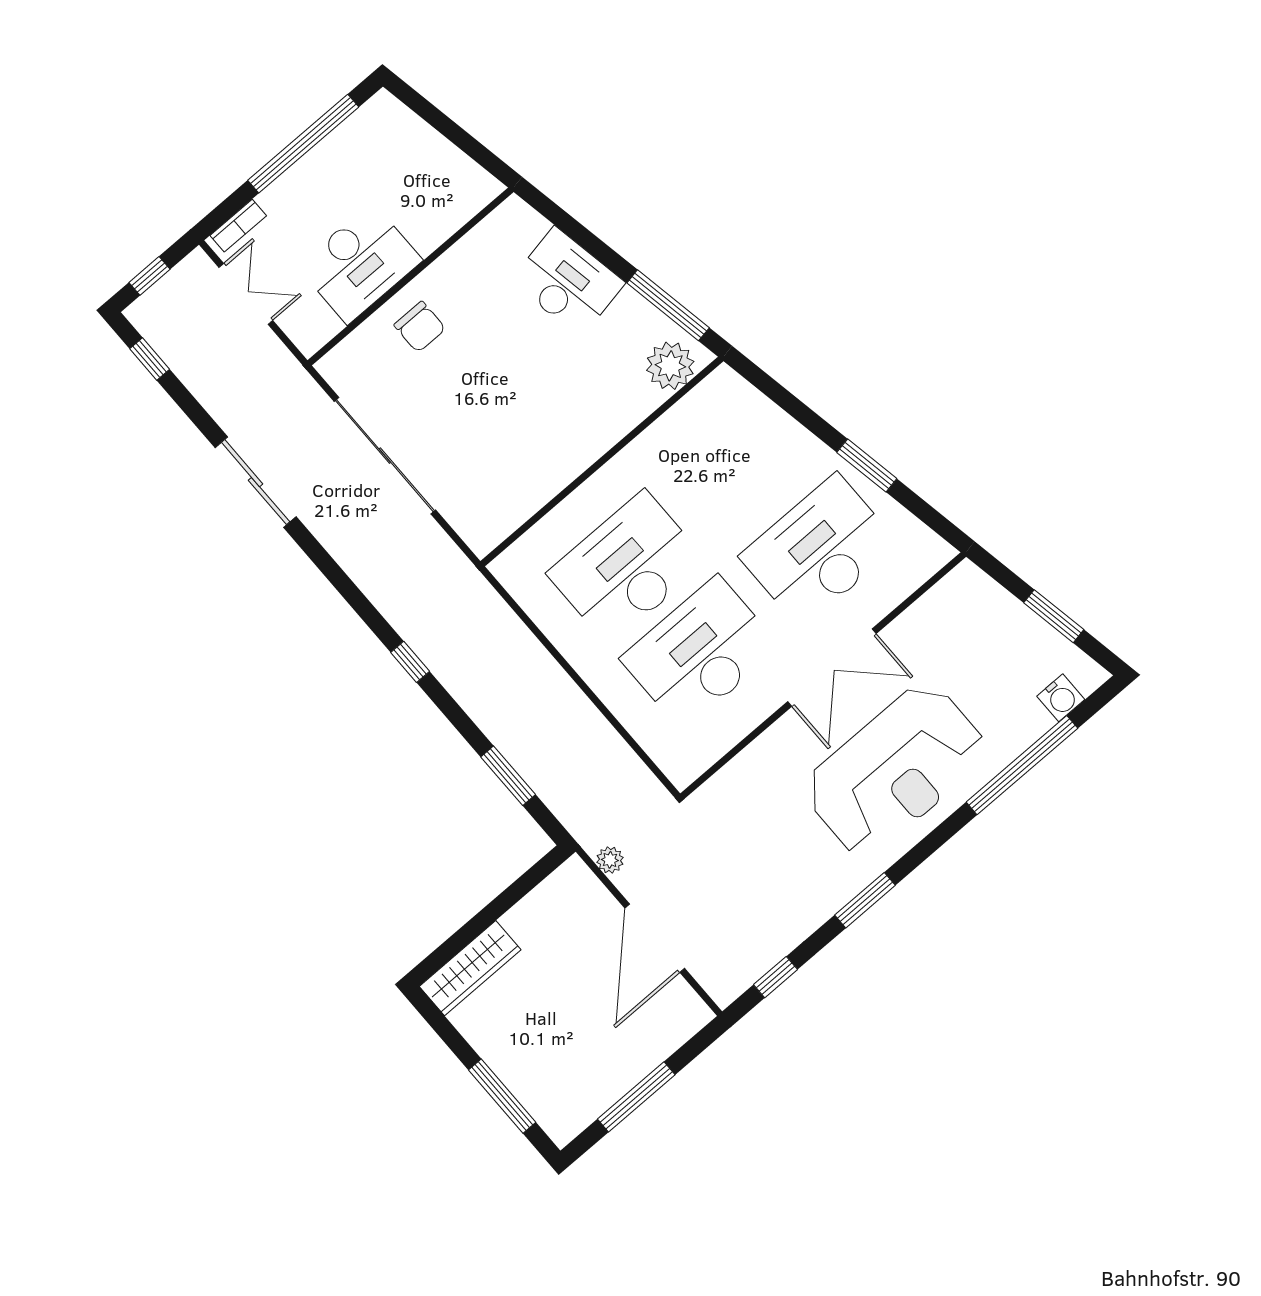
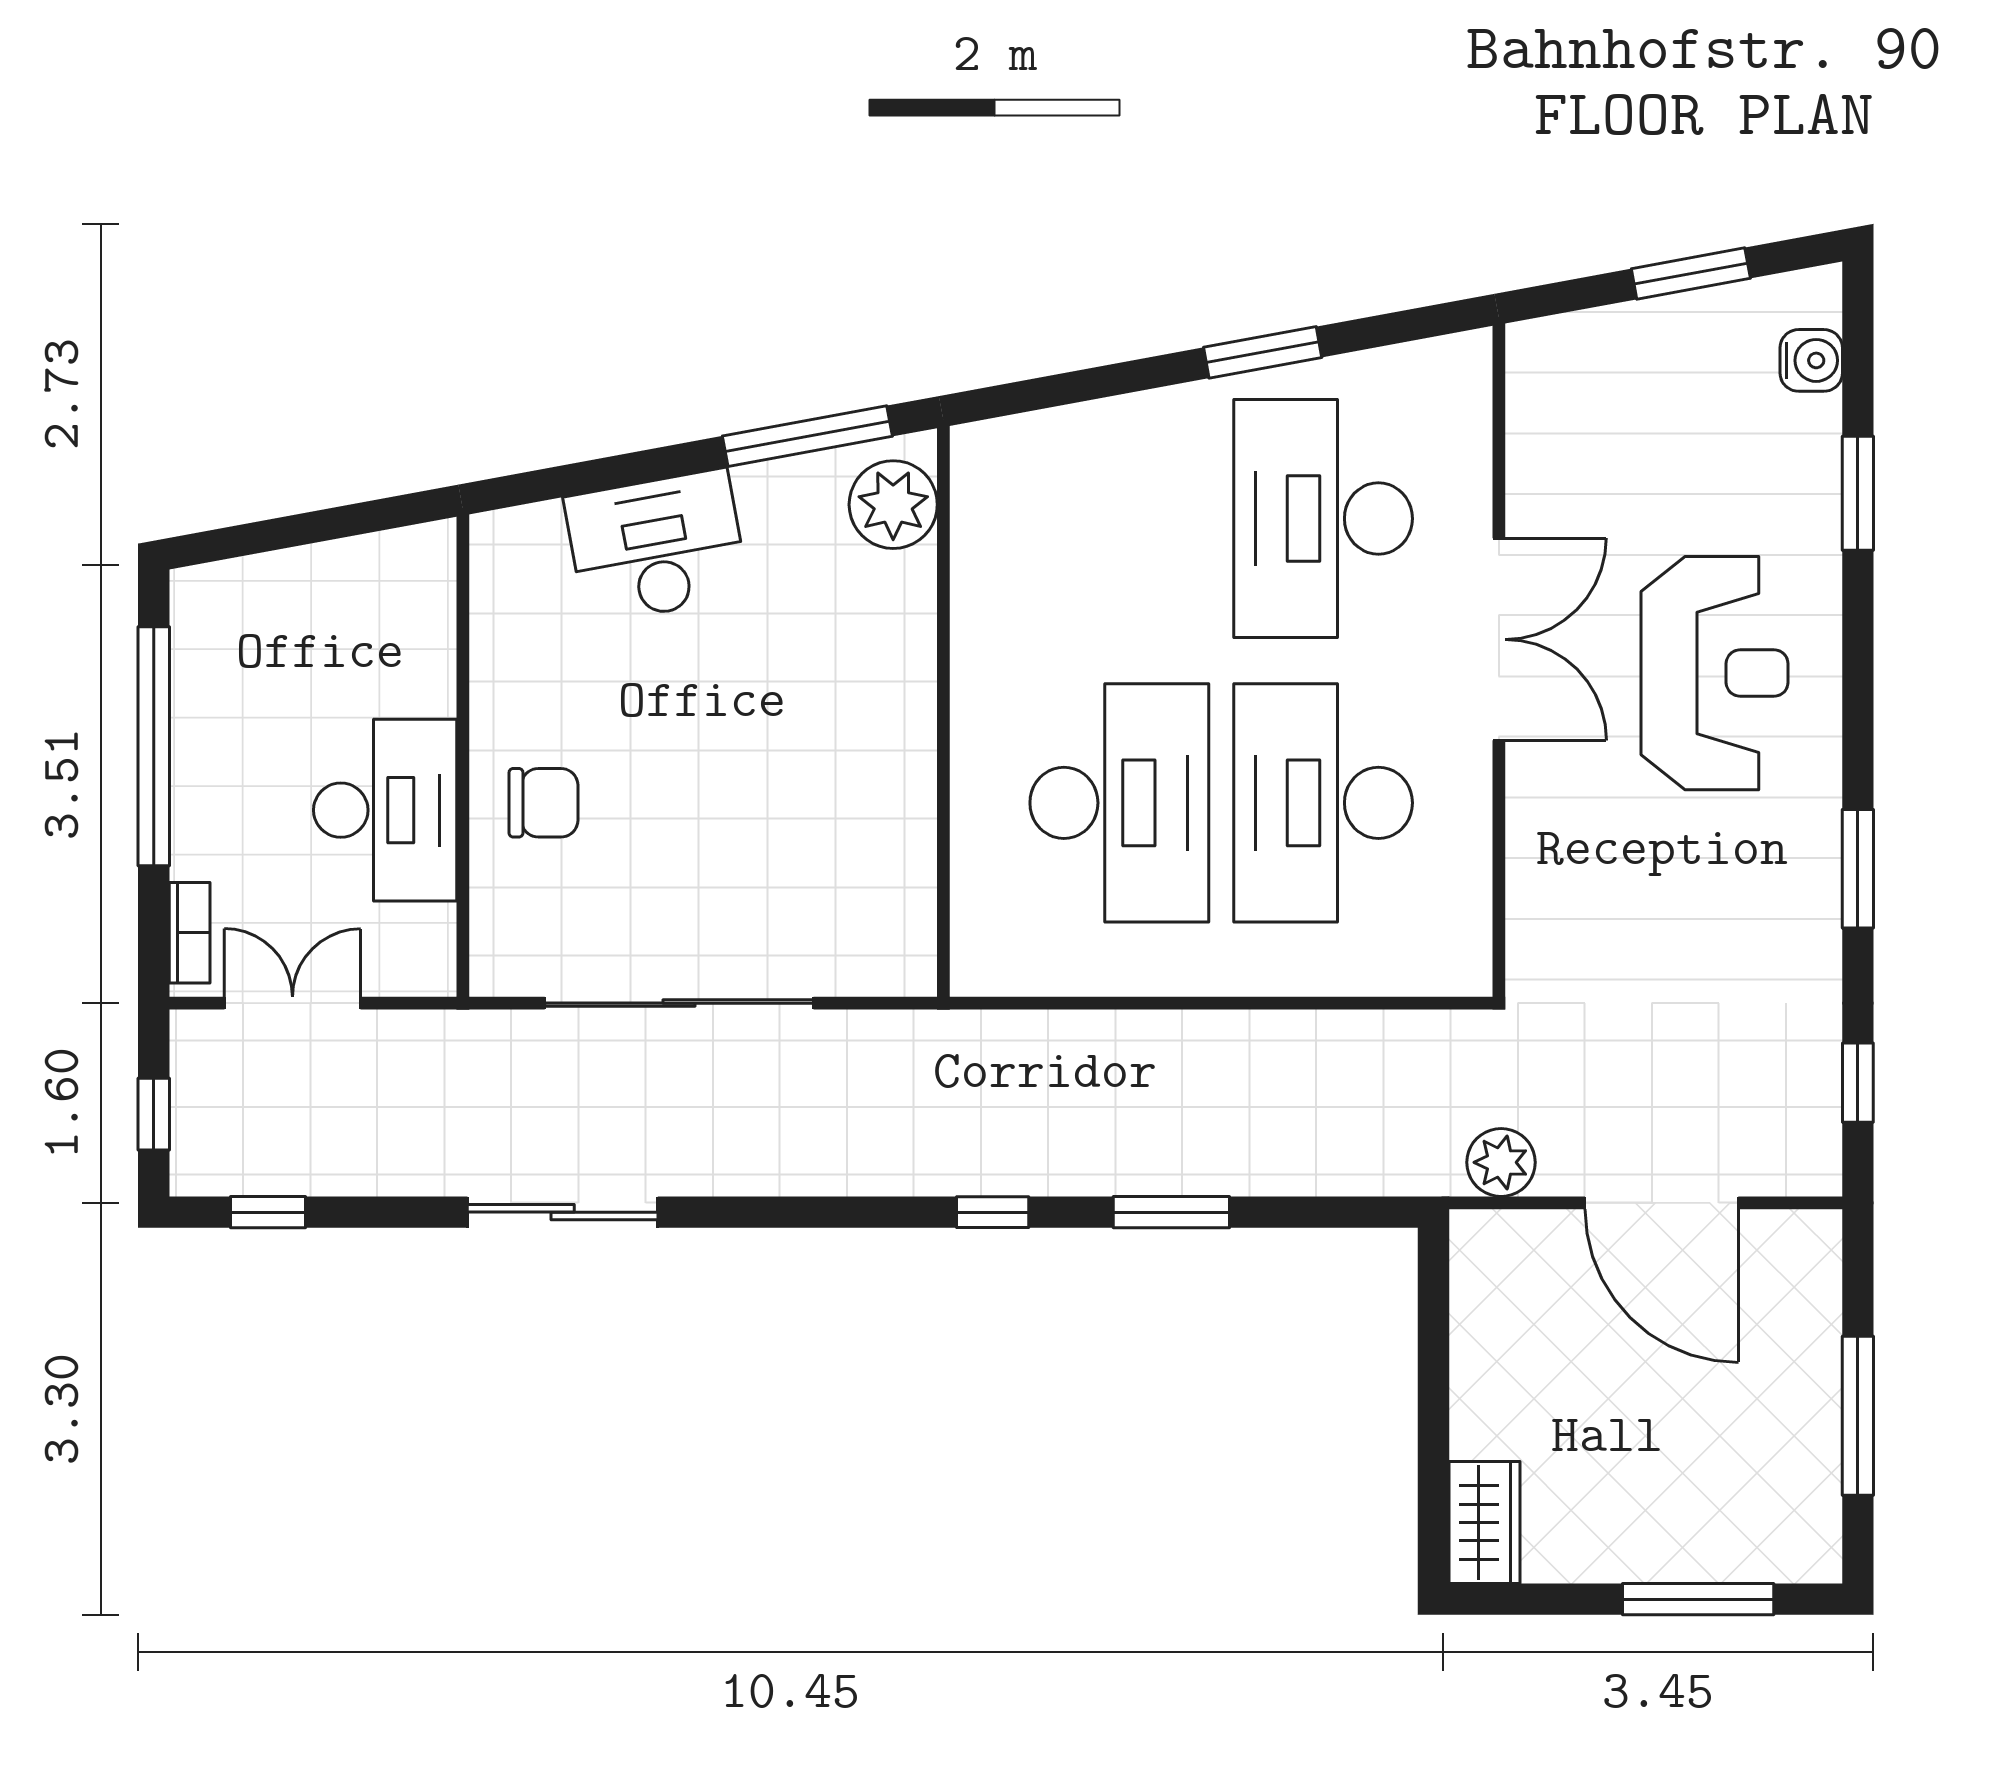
desk: (627, 568) -> (1119, 803), turned 180
window: (1022, 765) -> (1858, 493), width x0.47
reception desk: (895, 770) -> (1714, 673), width x0.74, depth x0.77
window: (508, 776) -> (1171, 1212), moved
plant: (610, 860) -> (1501, 1162), width x1.38, depth x1.38
wardrobe: (470, 968) -> (1484, 1522), width x0.67

